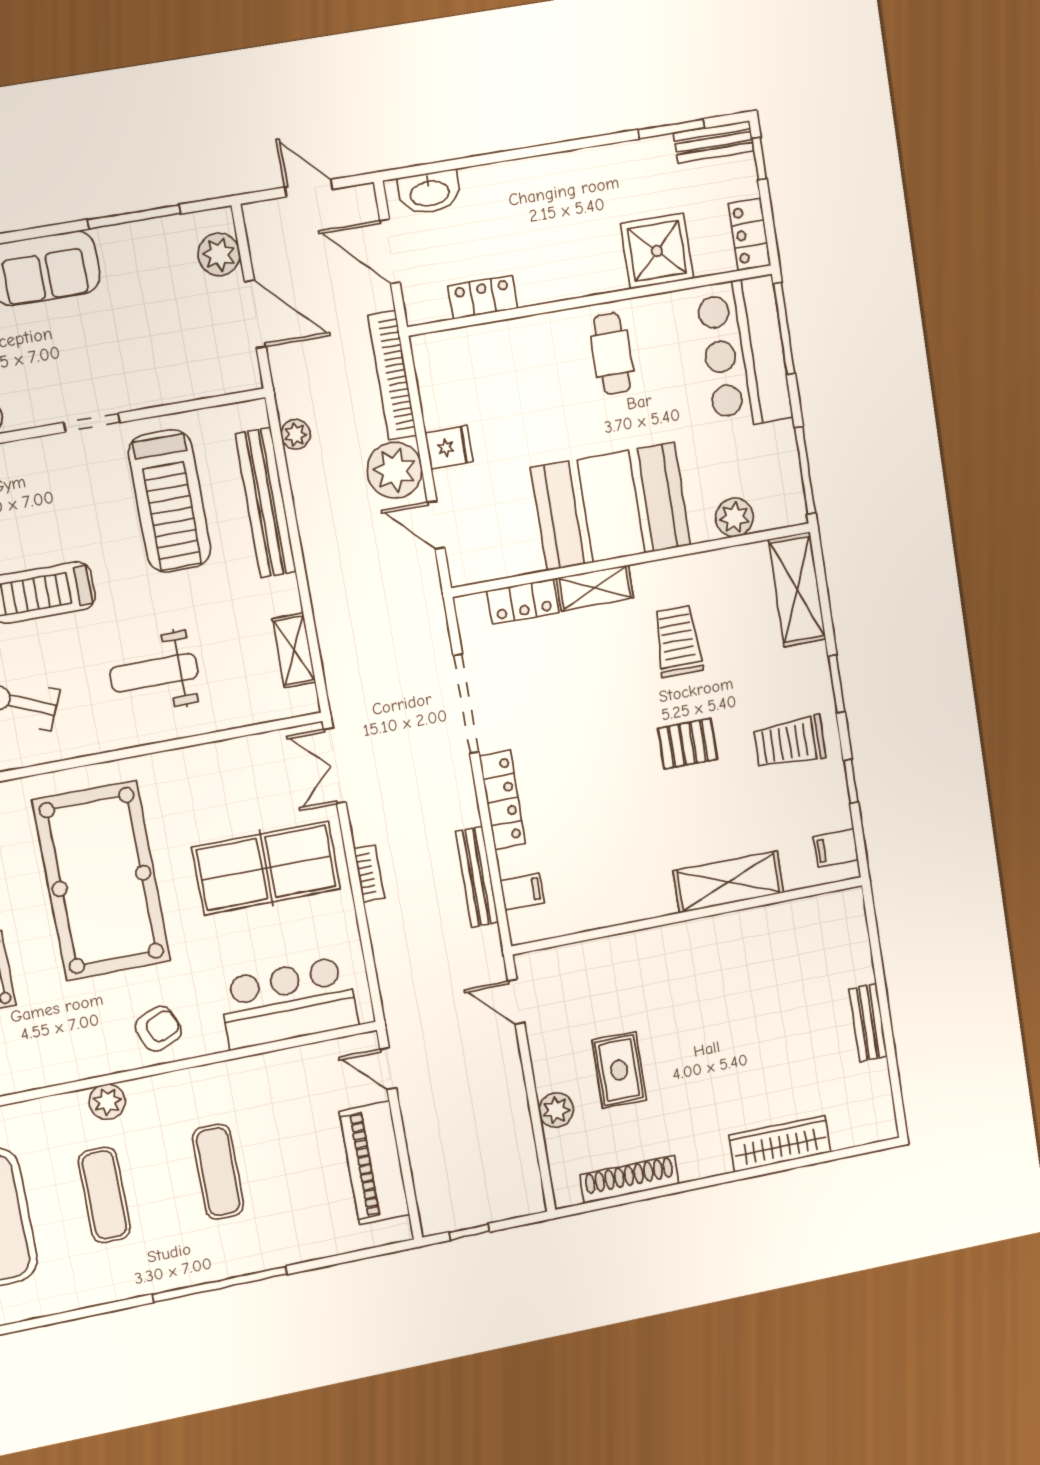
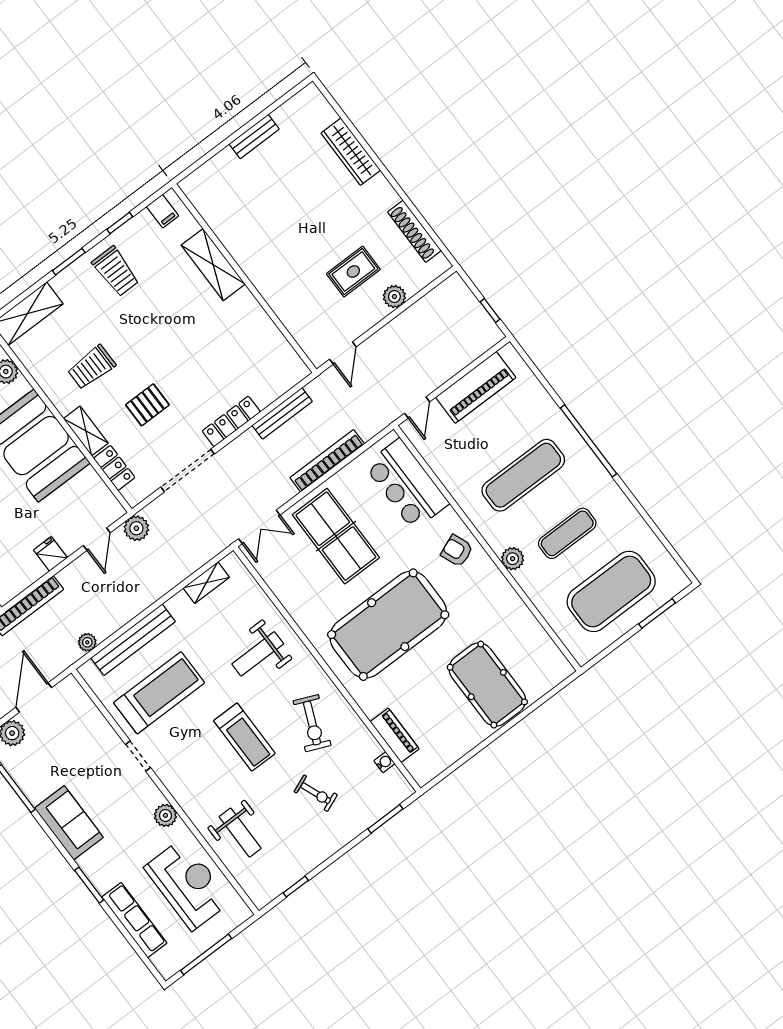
plant: (395, 470) -> (136, 528), moved, width x0.73, depth x0.73
weight bench: (154, 673) -> (258, 654), turned 90
pallet: (688, 744) -> (147, 405), moved, turned 90
bookcase: (369, 873) -> (327, 461), width x2.31, depth x1.31
filing cabinet: (522, 891) -> (278, 383), removed
exercise mat: (218, 1172) -> (523, 475), width x1.36, depth x1.45

